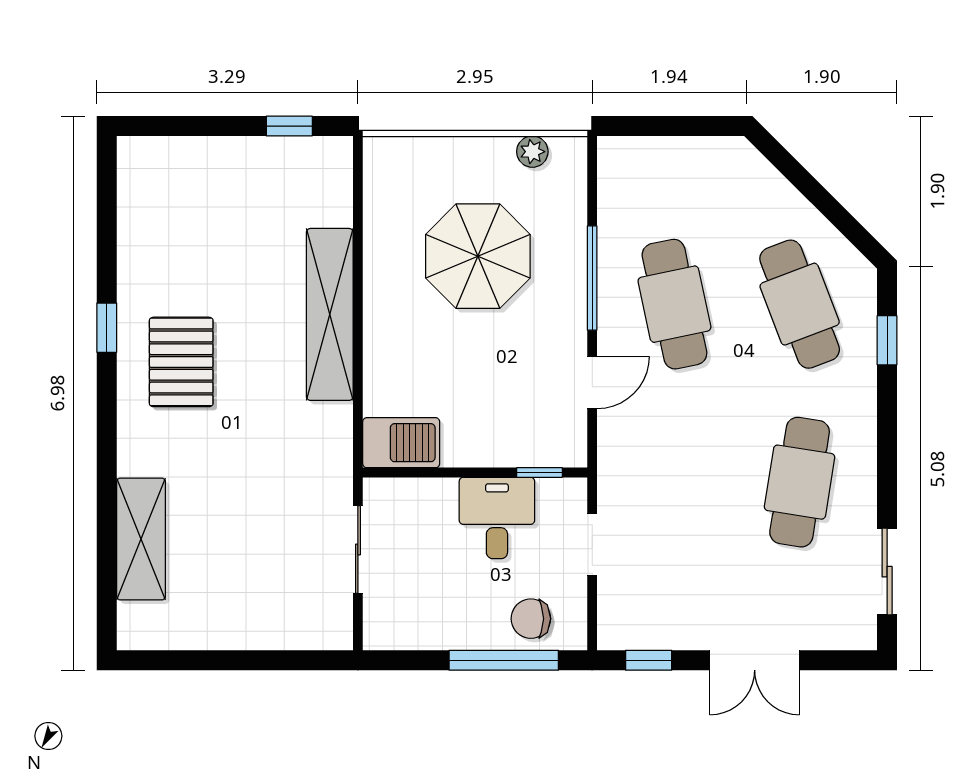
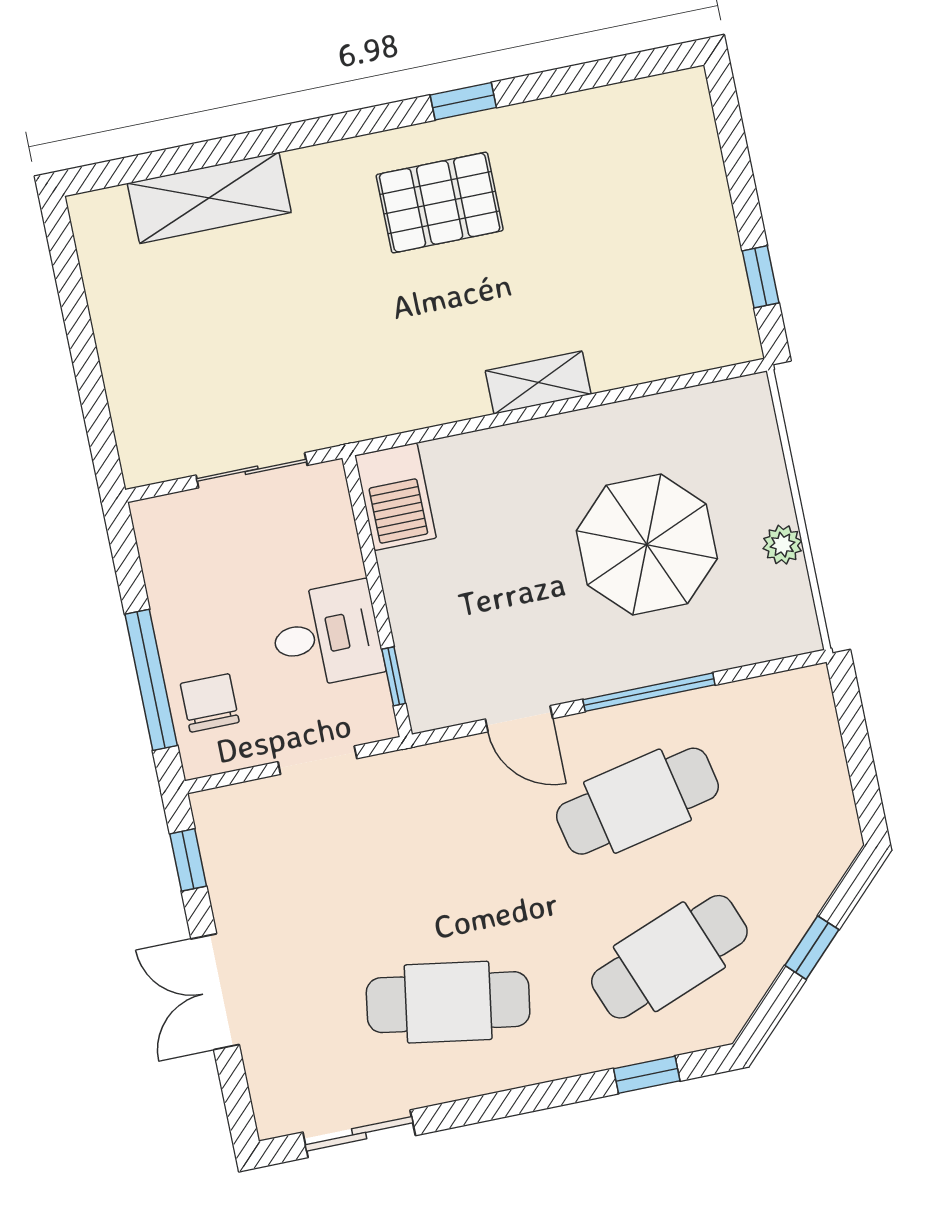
plant: (532, 152) -> (782, 545), moved
window: (815, 193) -> (812, 948), added
shelving: (330, 314) -> (538, 382), width x0.45, depth x0.75

